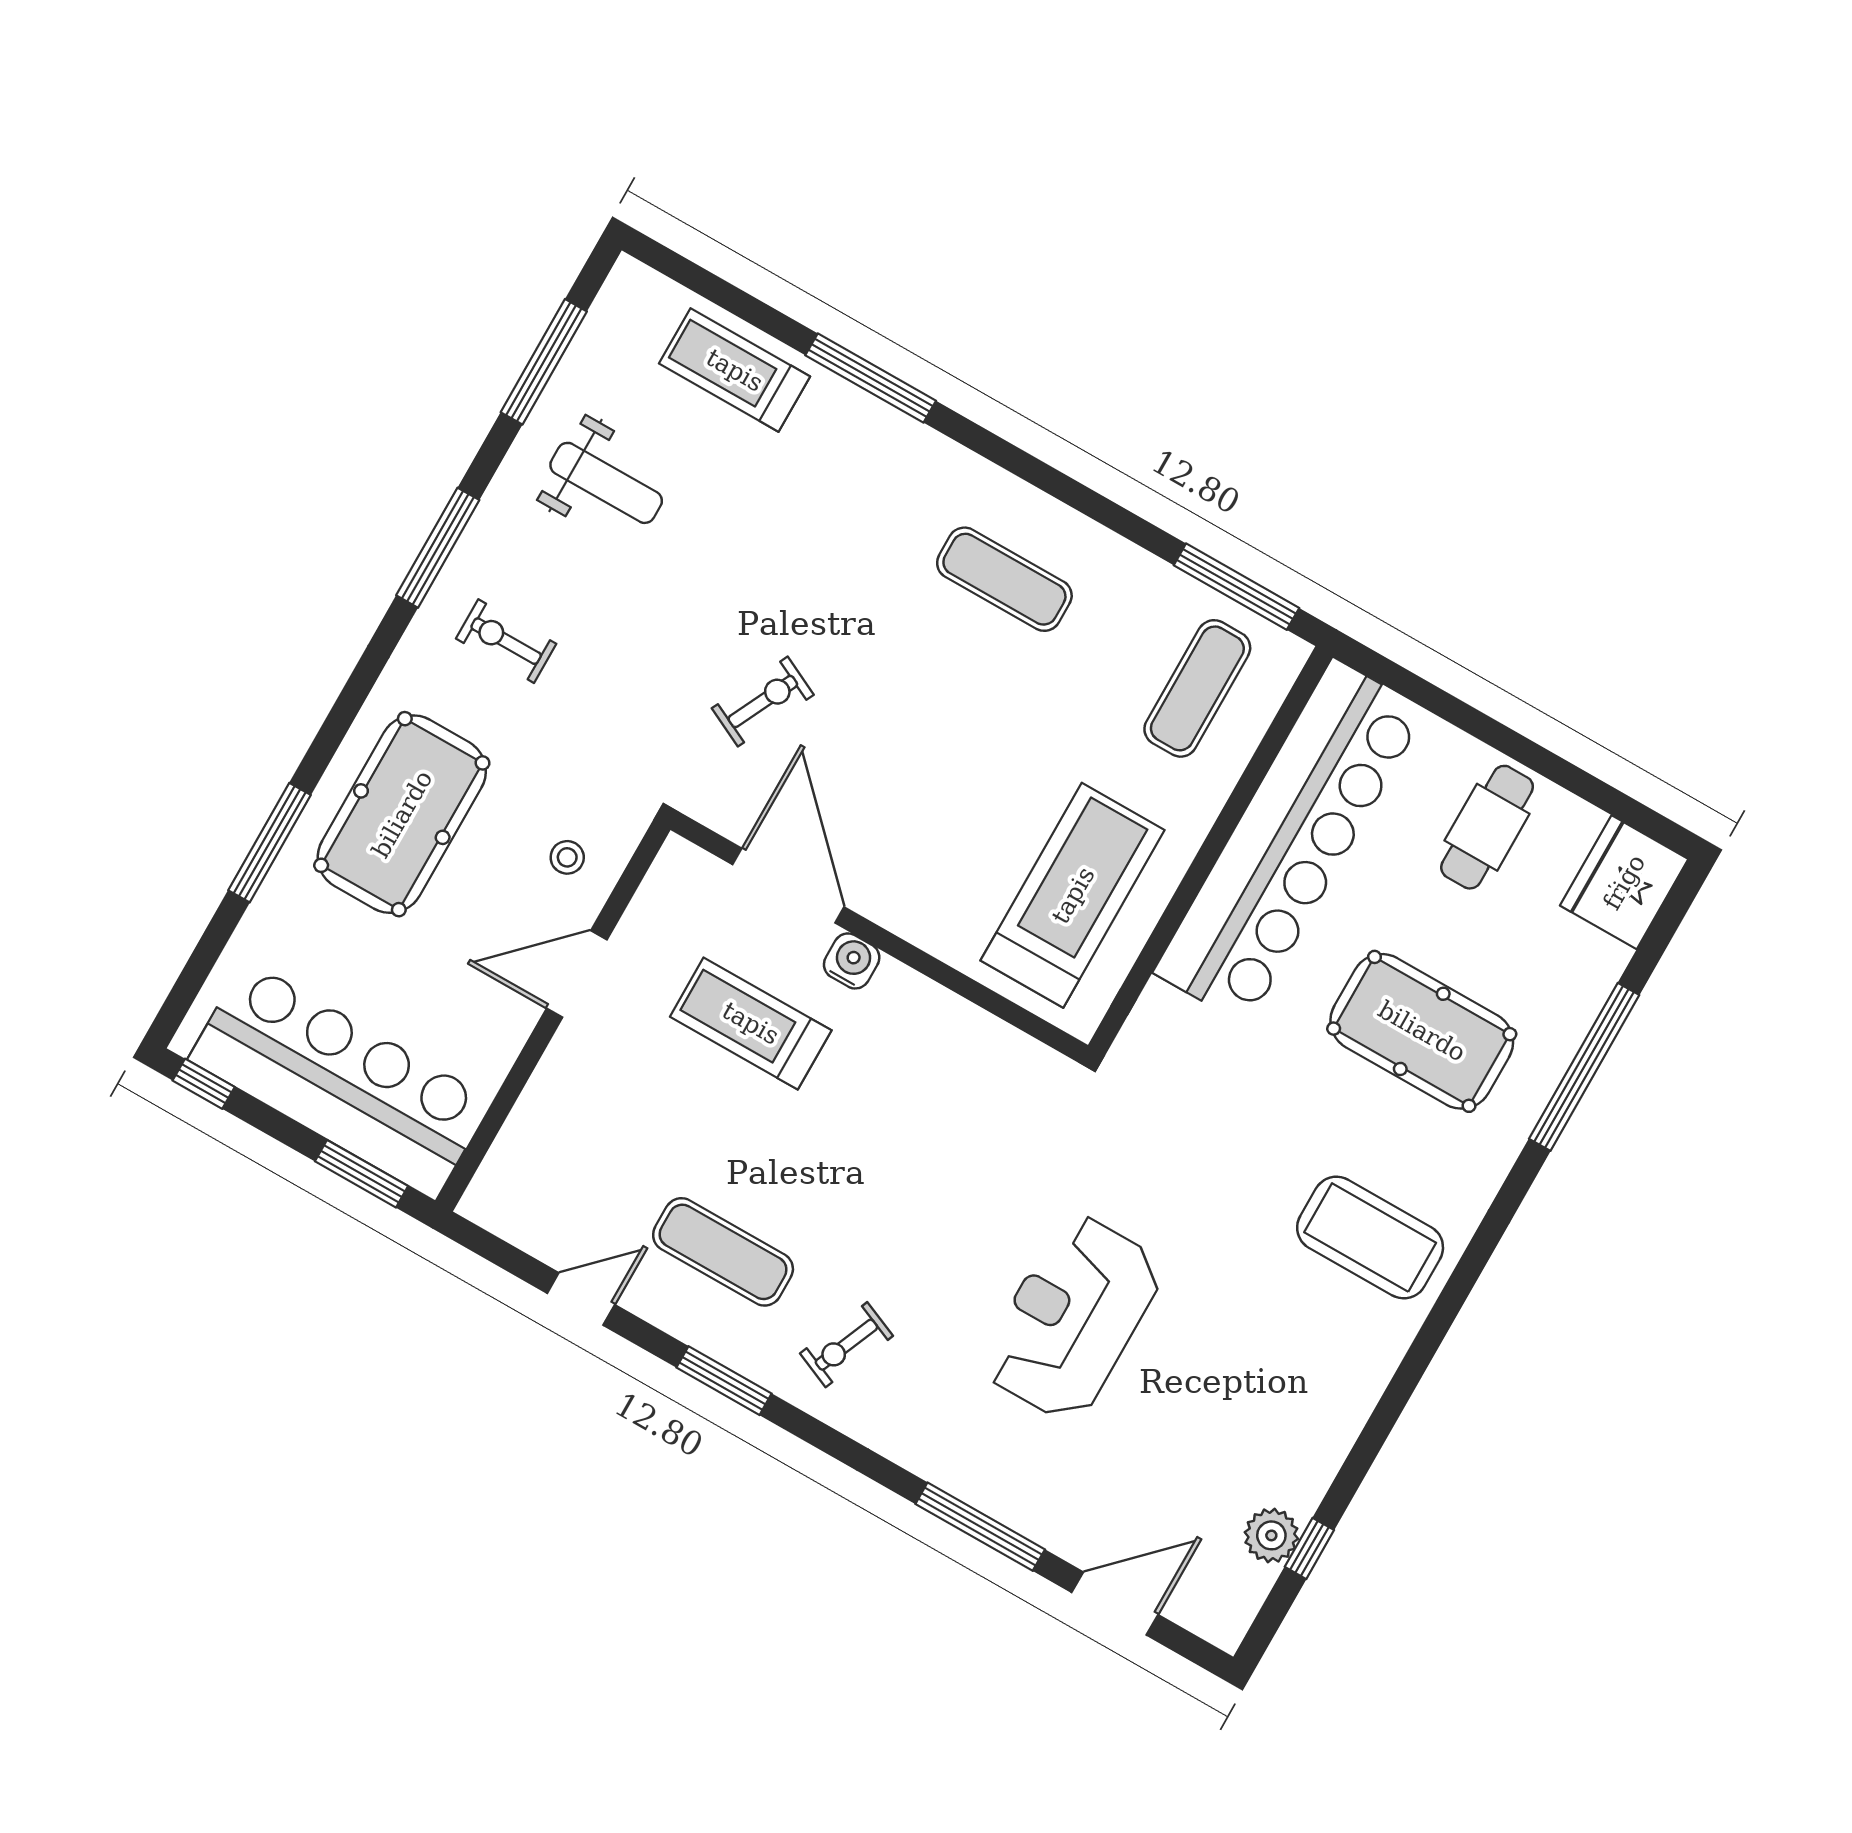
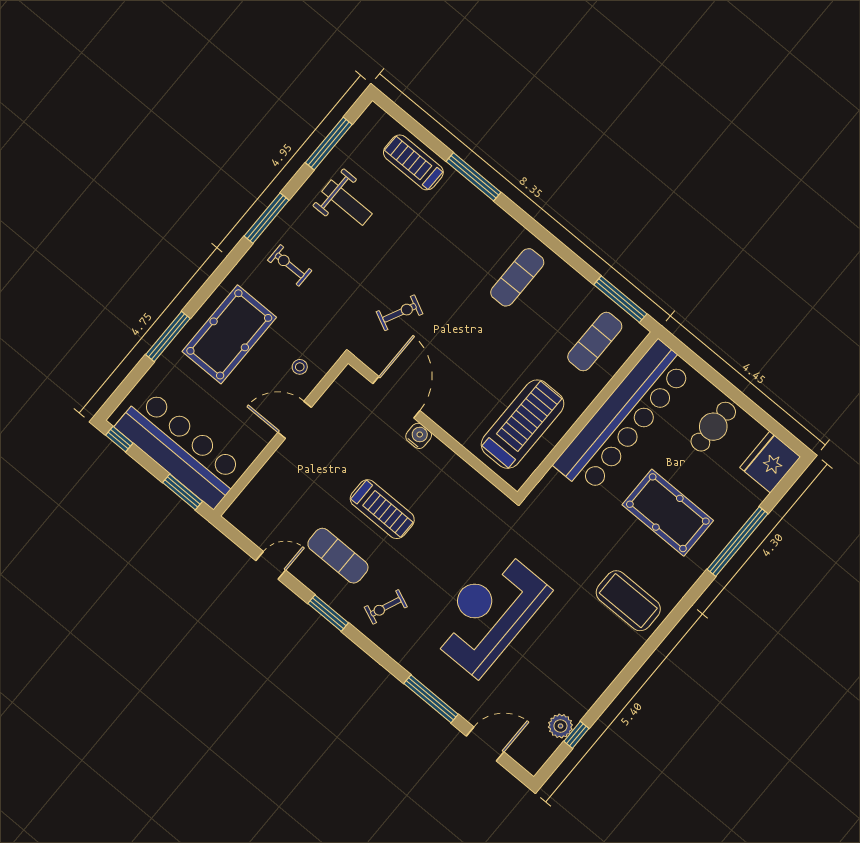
exercise mat: (1004, 579) -> (517, 277), turned 90
treadmill: (751, 1023) -> (382, 509), moved, turned 180
reception desk: (1072, 1318) -> (489, 613), width x1.36, depth x1.30

